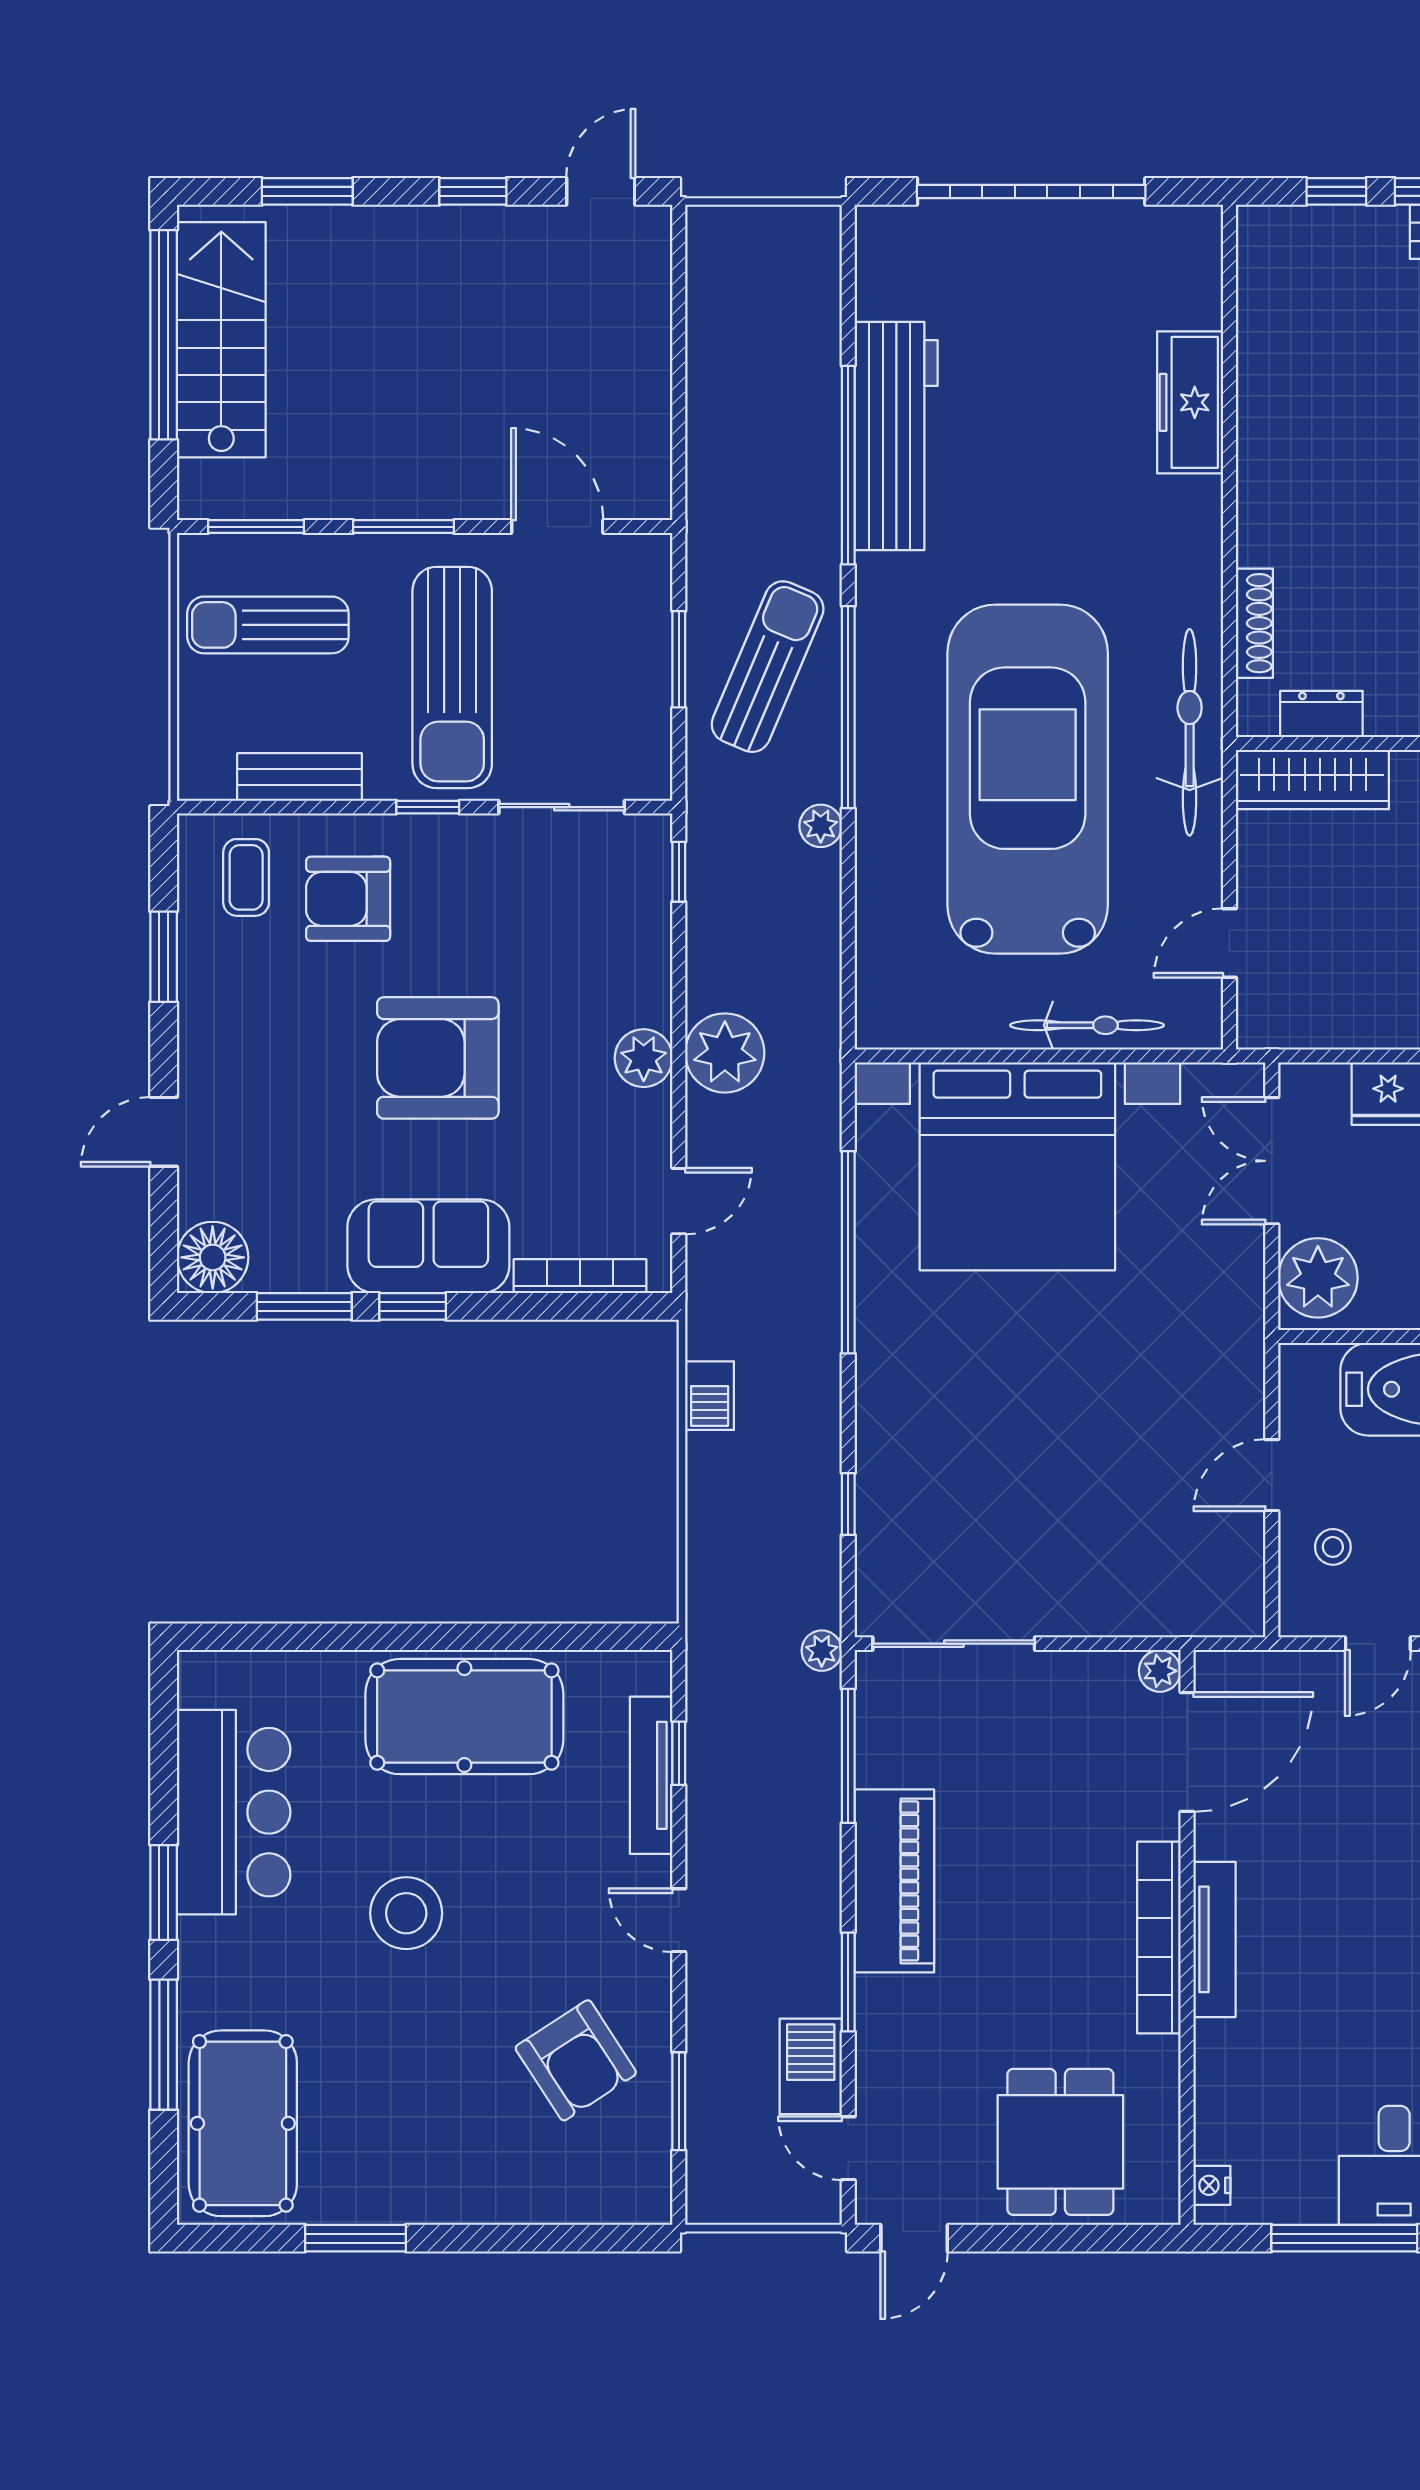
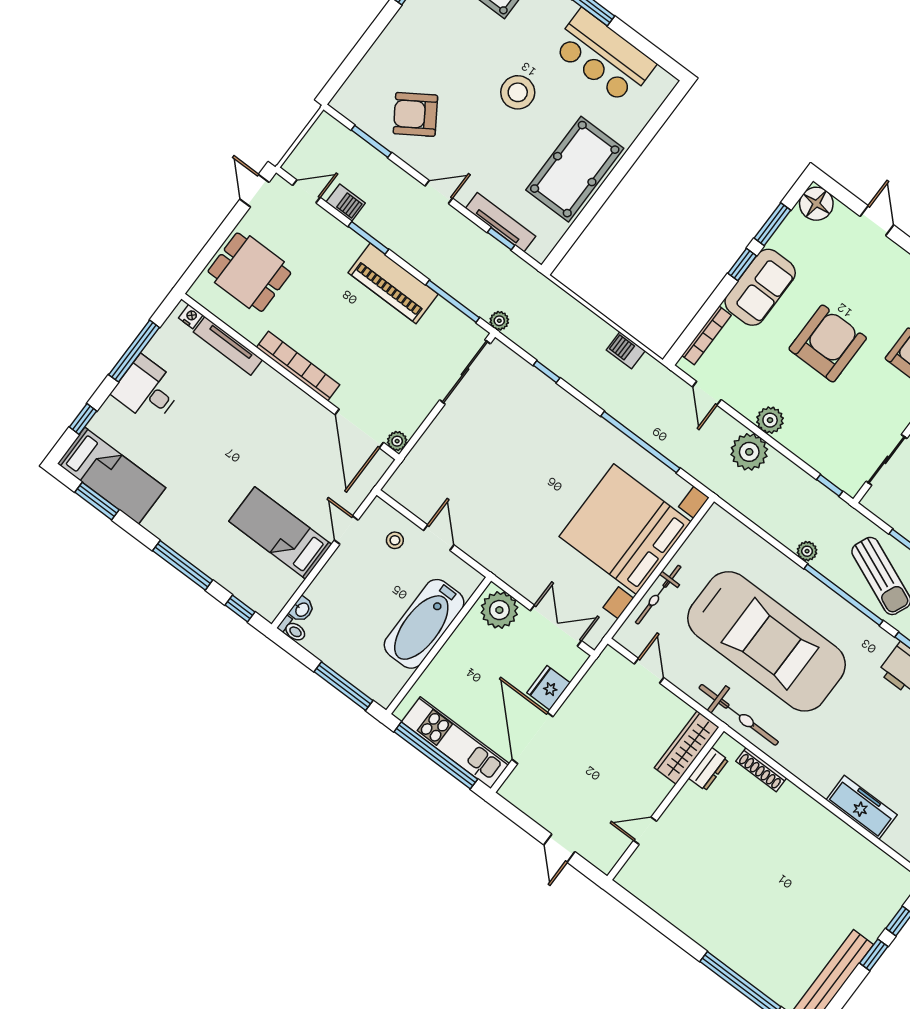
tv unit: (1214, 1939) -> (228, 346), moved
barbecue: (811, 2066) -> (346, 203), width x0.73, depth x0.79

